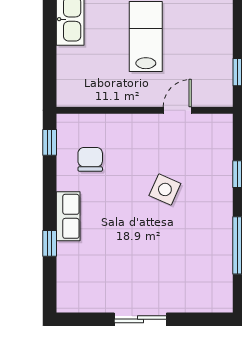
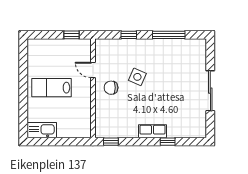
chair: (90, 159) -> (111, 88), moved
sliding door: (140, 319) -> (210, 91), width x1.37

